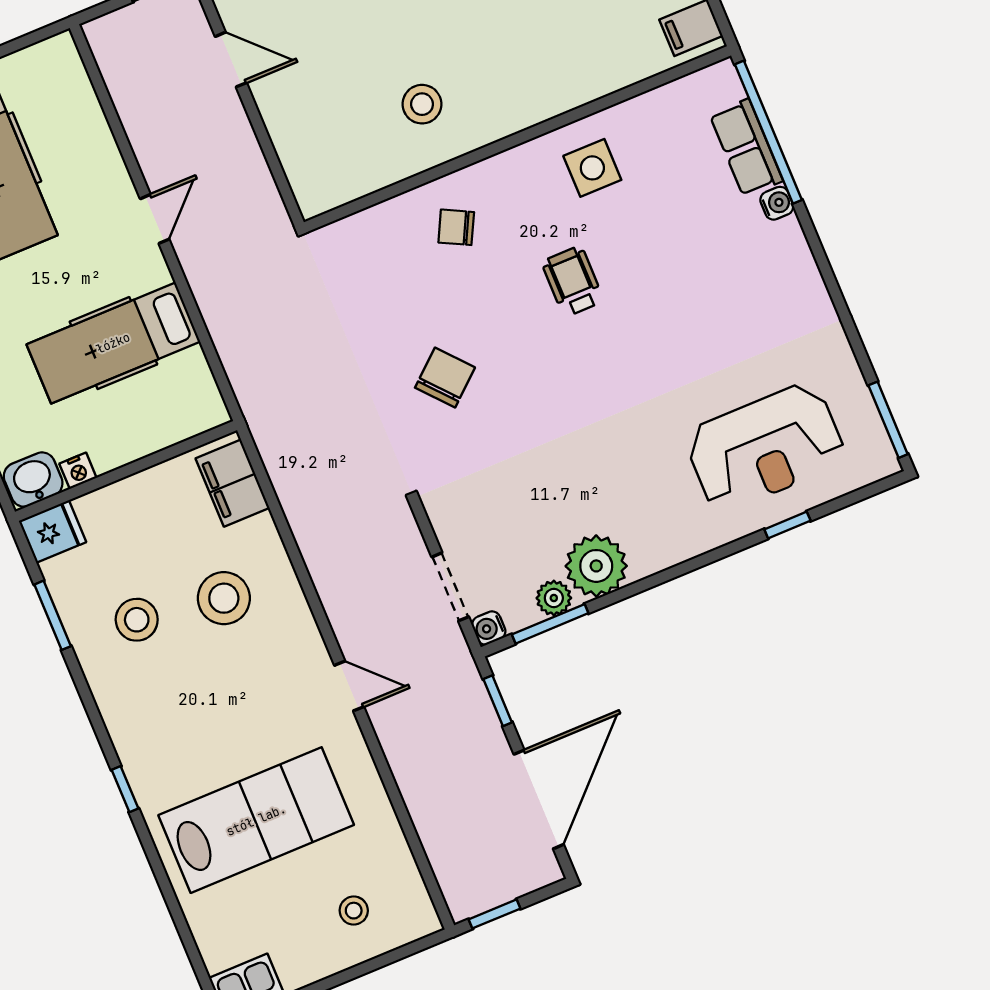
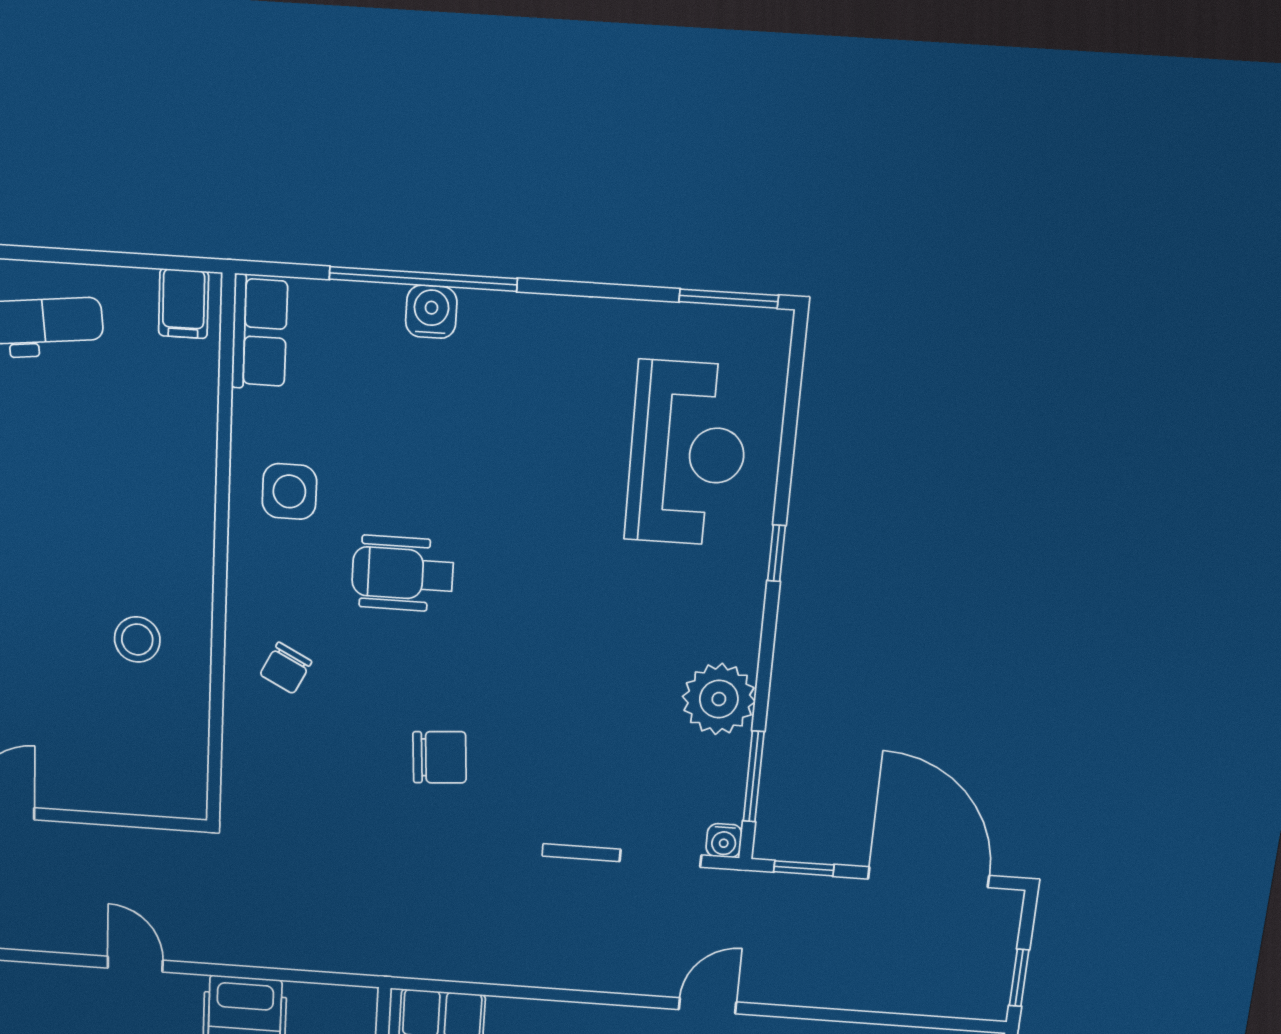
window: (768, 132) -> (423, 279), moved
row of seats: (746, 148) -> (260, 332), moved, turned -90
water cooler: (777, 203) -> (431, 312), width x1.38, depth x1.38
wheelchair: (573, 281) -> (403, 574), width x1.36, depth x1.37
chair: (445, 378) -> (440, 757), turned 127
window: (787, 525) -> (776, 553), moved
plant: (554, 598) -> (729, 759), removed

